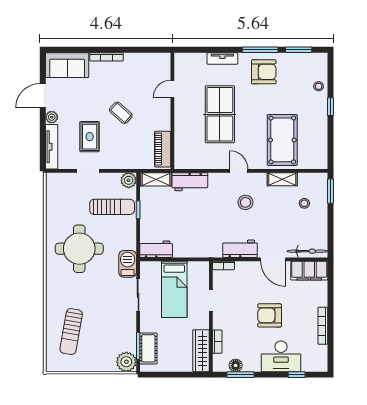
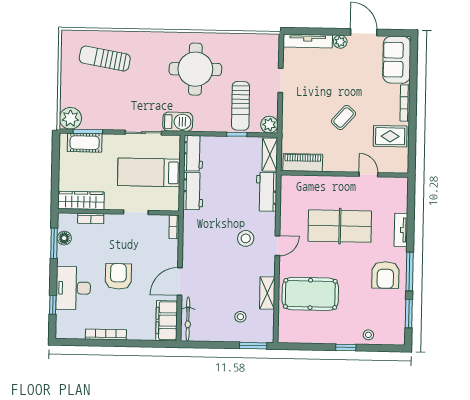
rug: (90, 137) -> (390, 136), moved
stool: (245, 202) -> (246, 238), moved
workbench: (240, 249) -> (193, 191), moved

